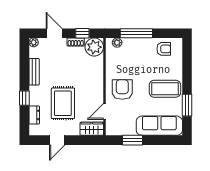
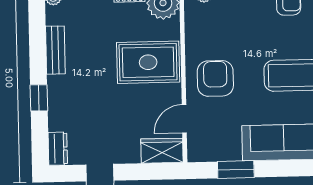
rug: (63, 103) -> (148, 62), moved, turned 90
dresser: (34, 115) -> (58, 149), moved

